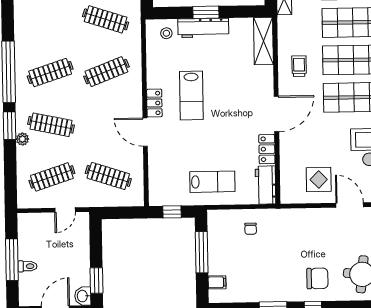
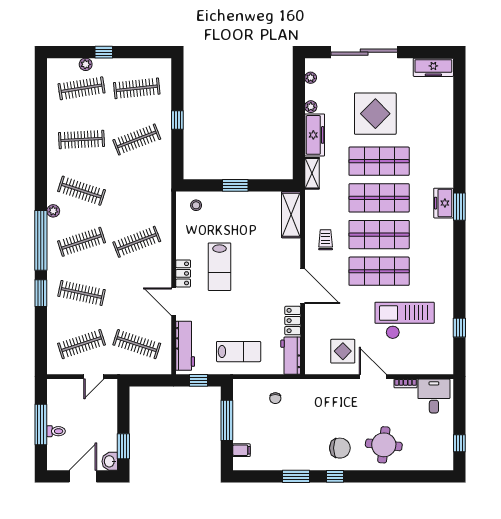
clothes rail: (106, 19) -> (82, 191), moved
workbench: (203, 28) -> (185, 346), moved, turned -90
door: (276, 114) -> (303, 286), hinge flipped
plant: (22, 139) -> (53, 211), moved

